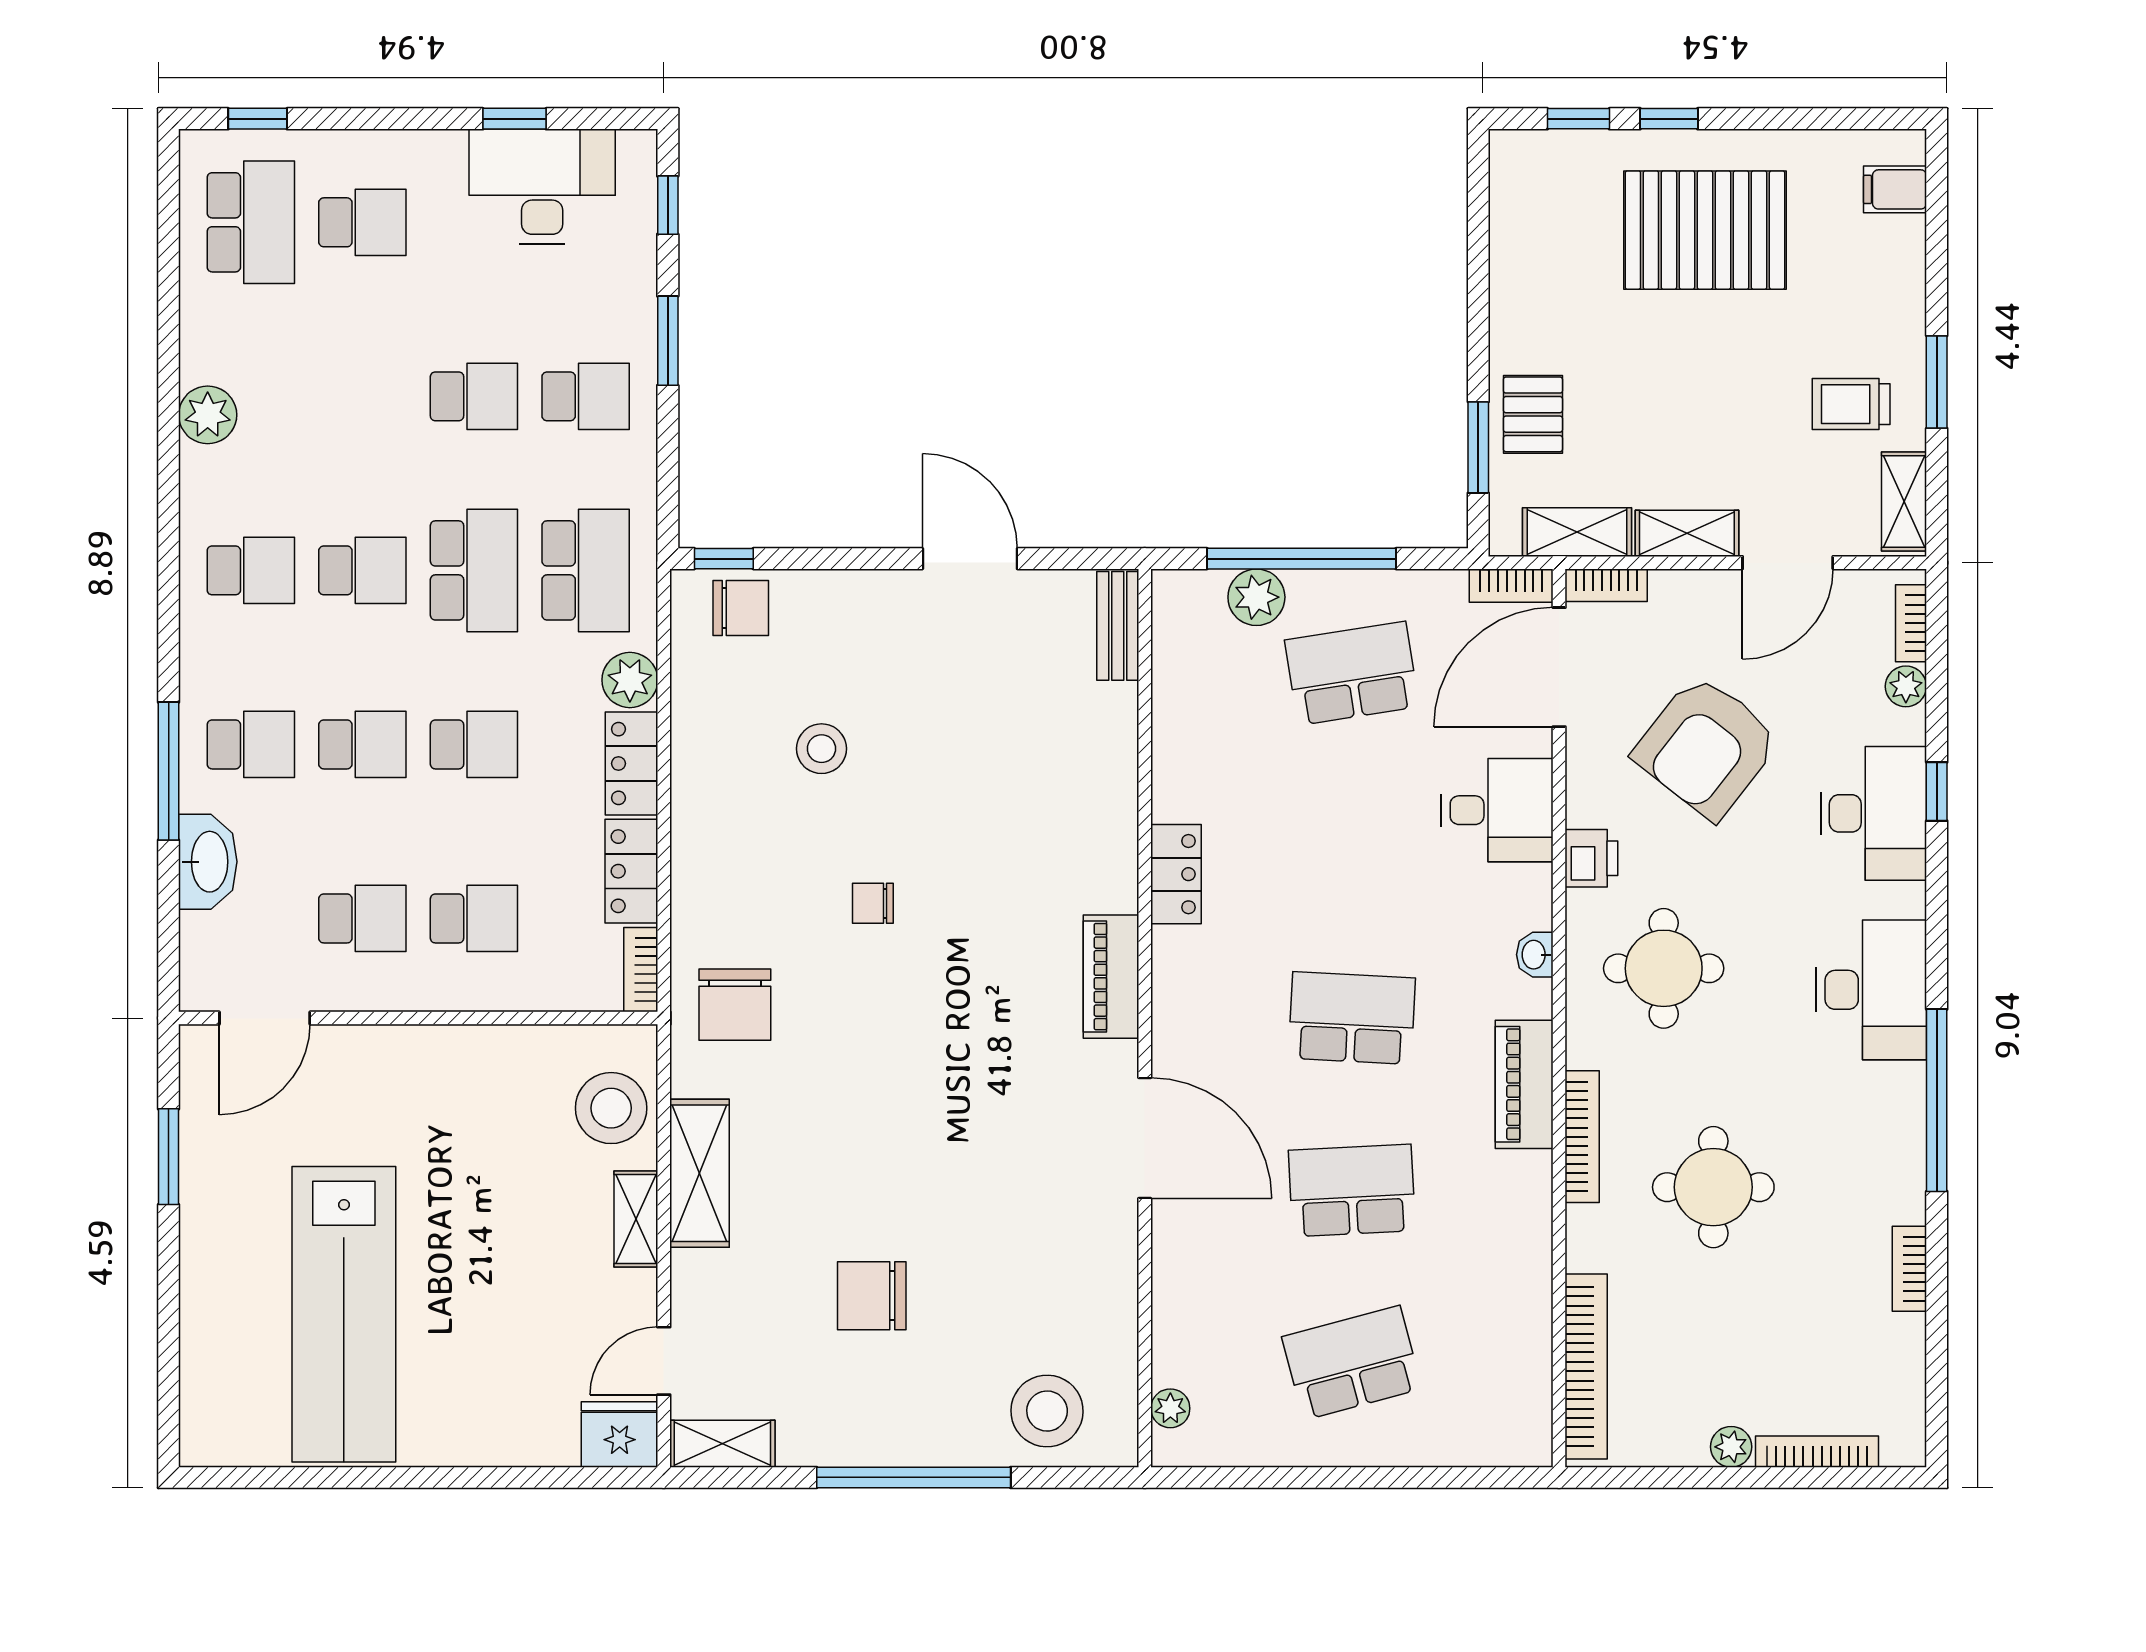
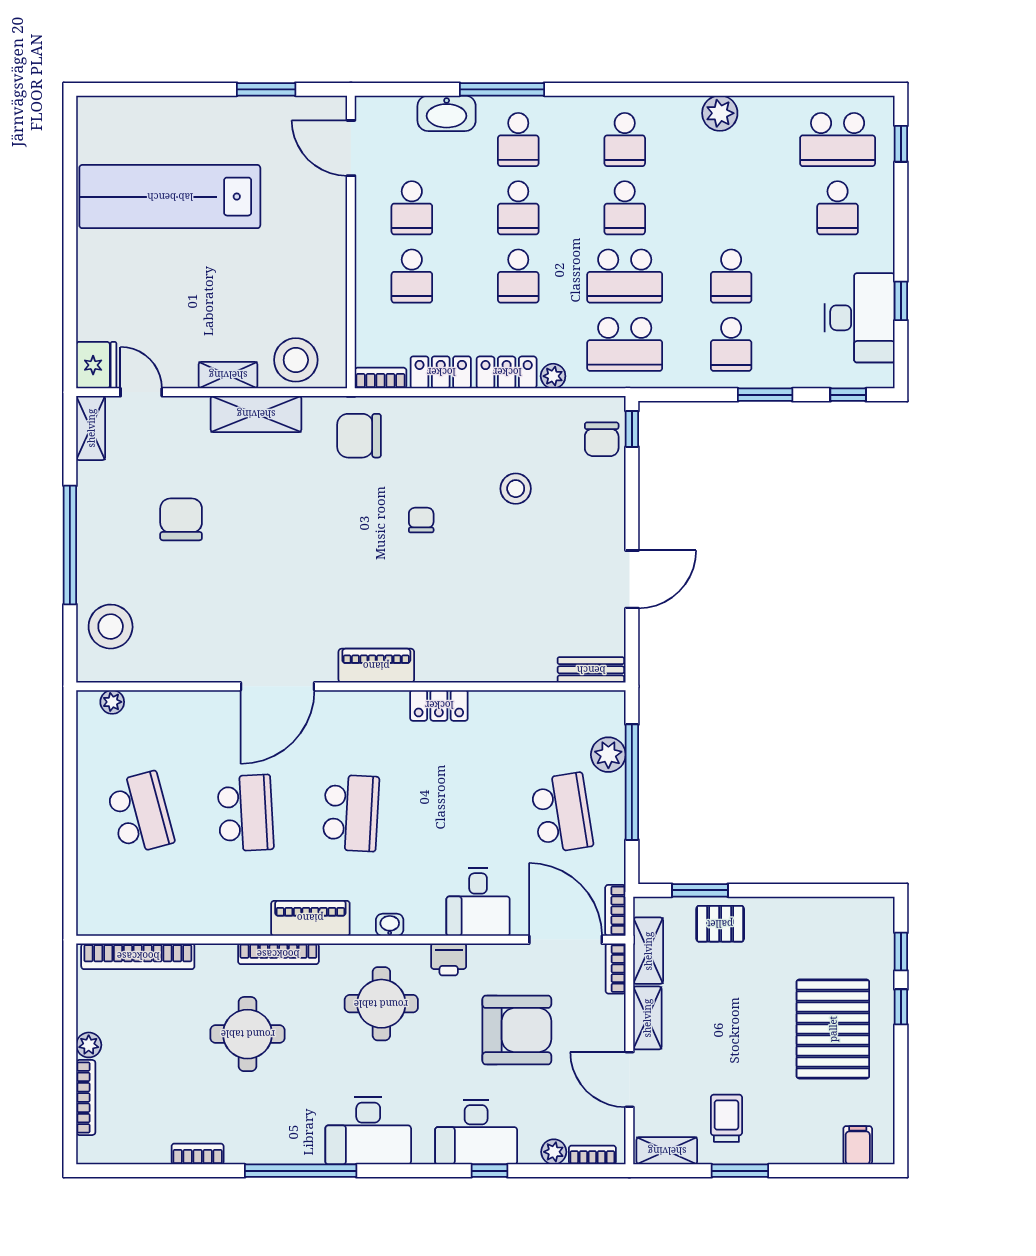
plant: (630, 680) -> (553, 376), width x0.73, depth x0.73
armchair: (1707, 747) -> (517, 1030), turned 142

